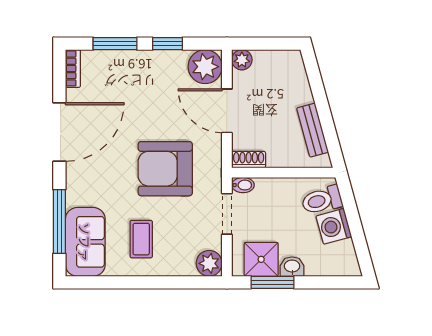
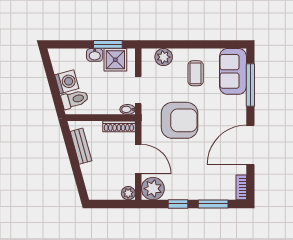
shoe rack: (249, 160) -> (119, 126), width x1.43
plant: (209, 263) -> (164, 57), moved

